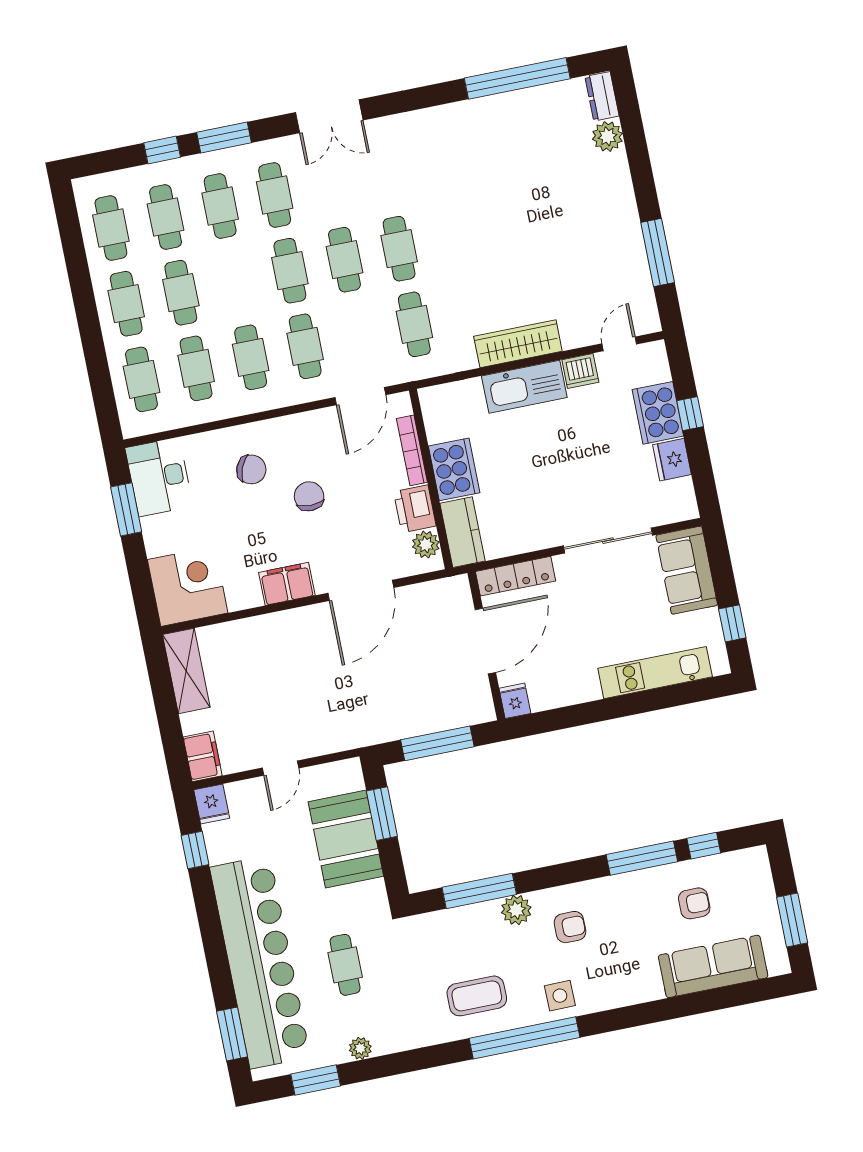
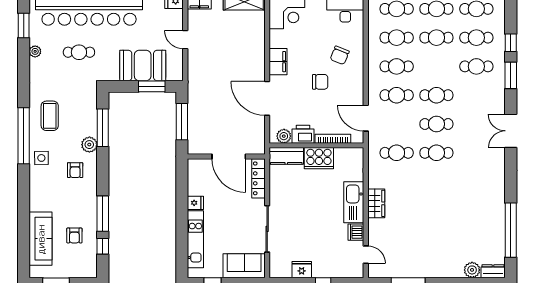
cafe table: (275, 195) -> (476, 95), removed
wardrobe: (518, 344) -> (376, 203), width x0.67
cooker: (658, 413) -> (327, 267), removed
fridge: (515, 701) -> (195, 203), moved

